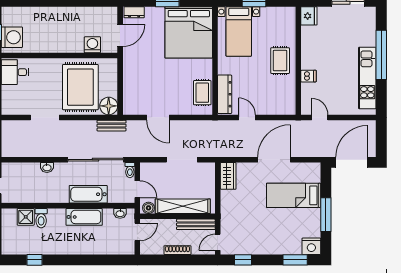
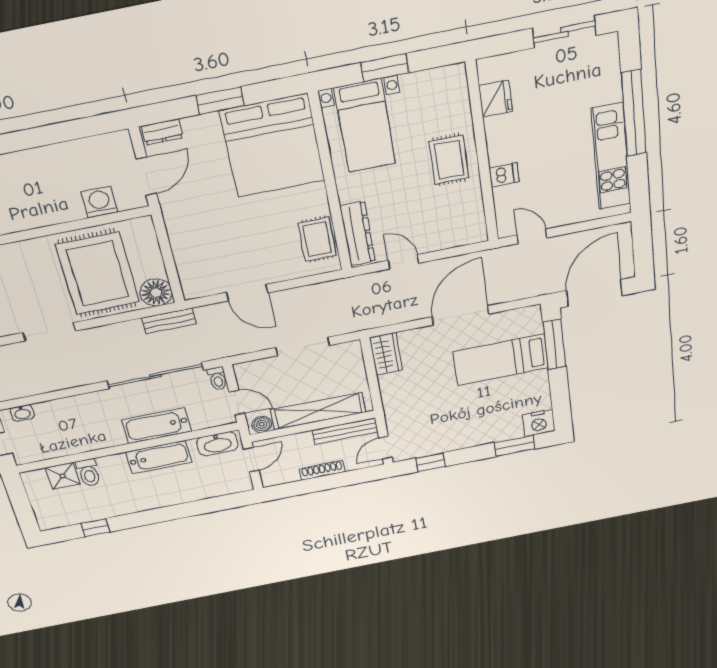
fridge: (309, 16) -> (495, 99), moved
washbasin: (47, 167) -> (22, 413), moved
washbasin: (120, 213) -> (217, 444), width x1.91, depth x1.45
window: (326, 215) -> (554, 344), moved

